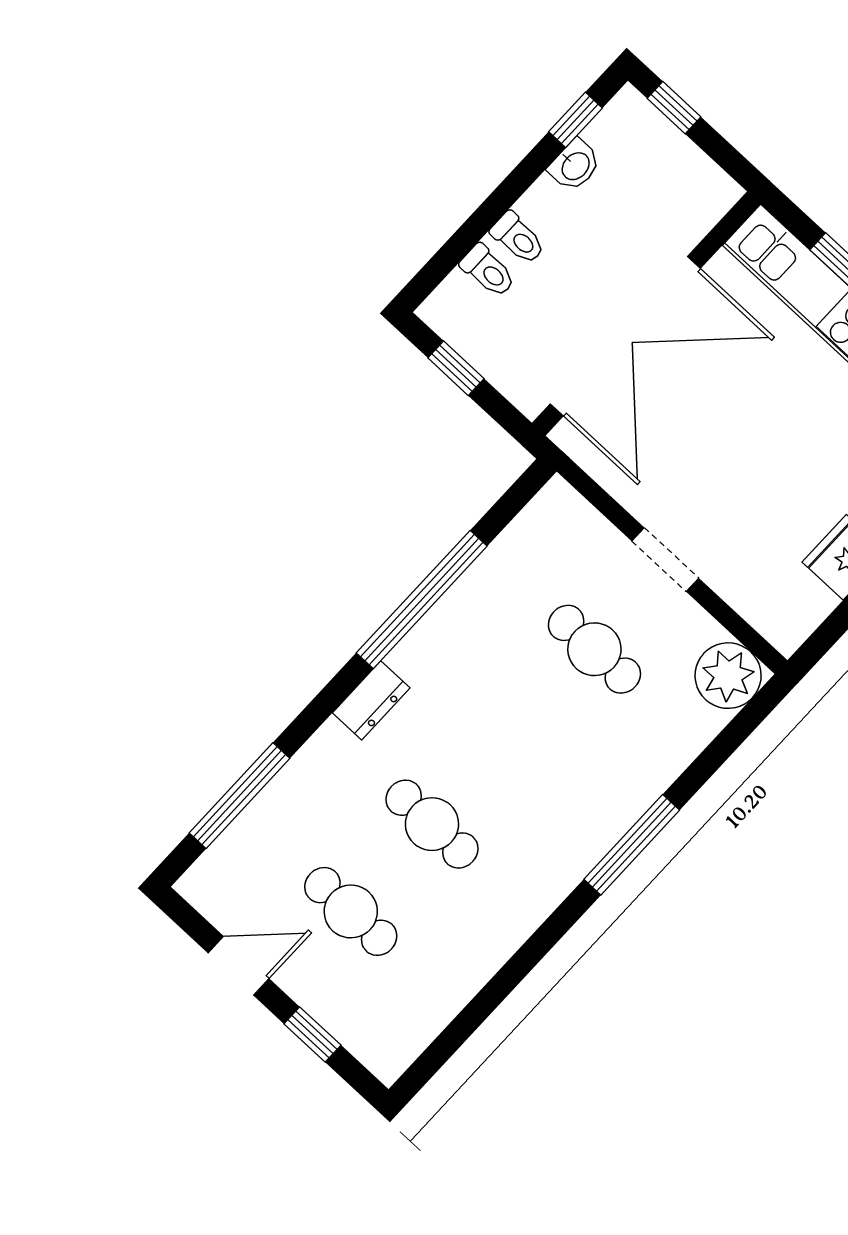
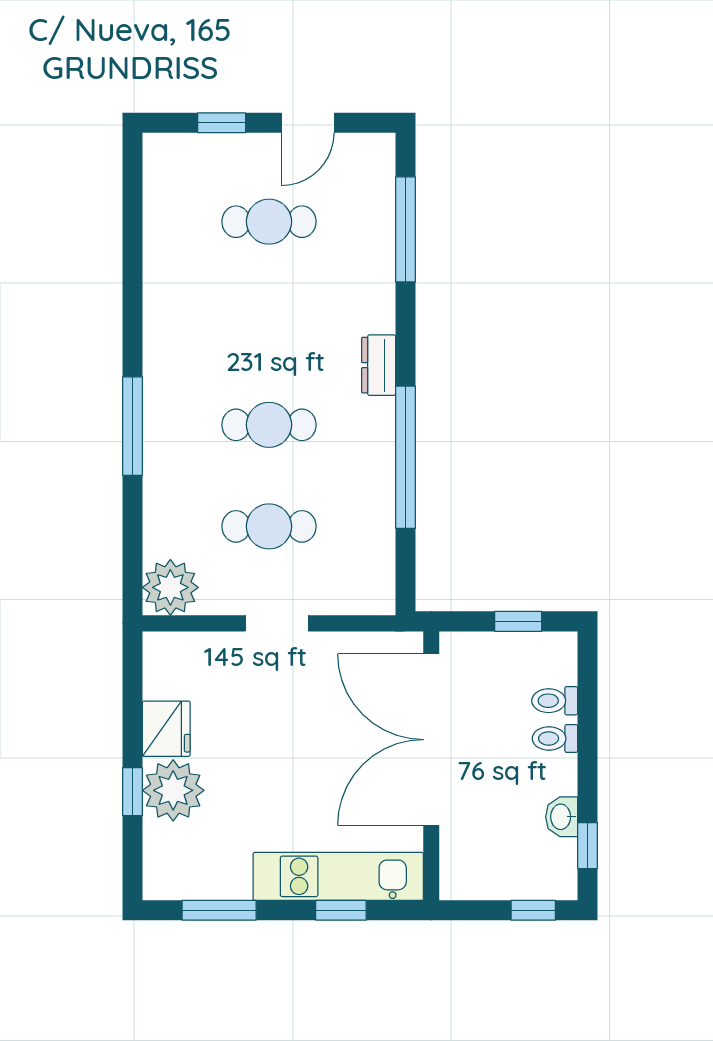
cafe table: (432, 824) -> (269, 425), moved

